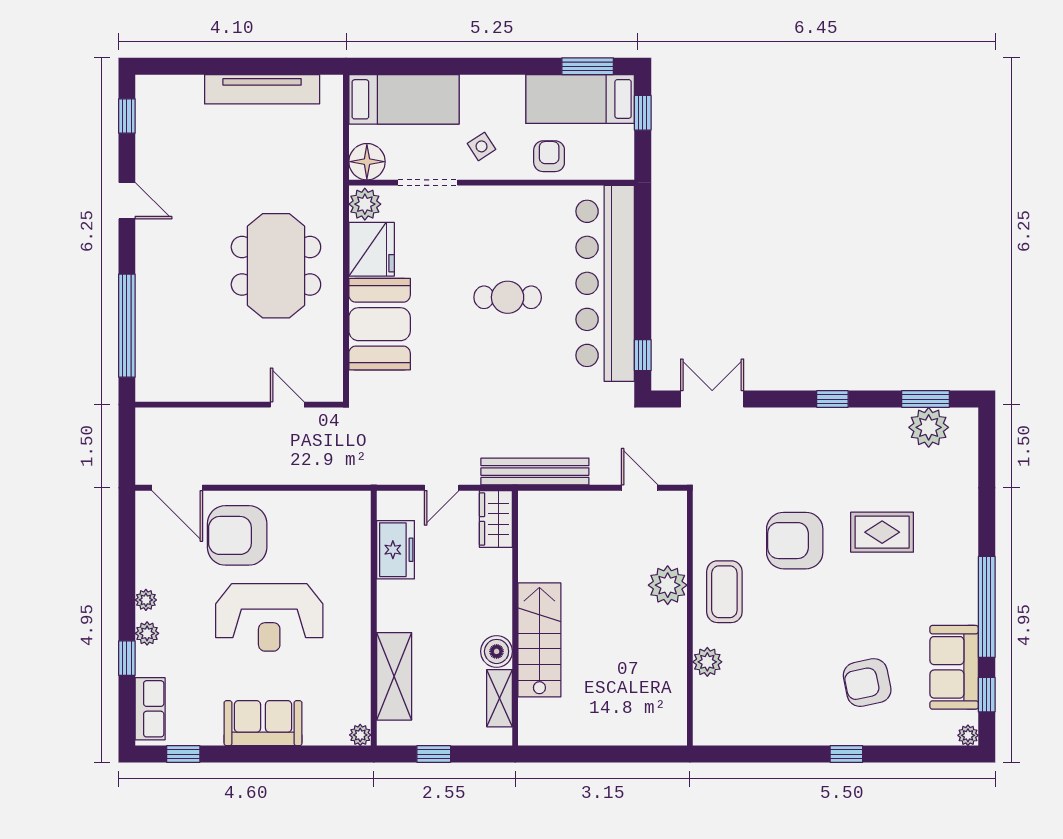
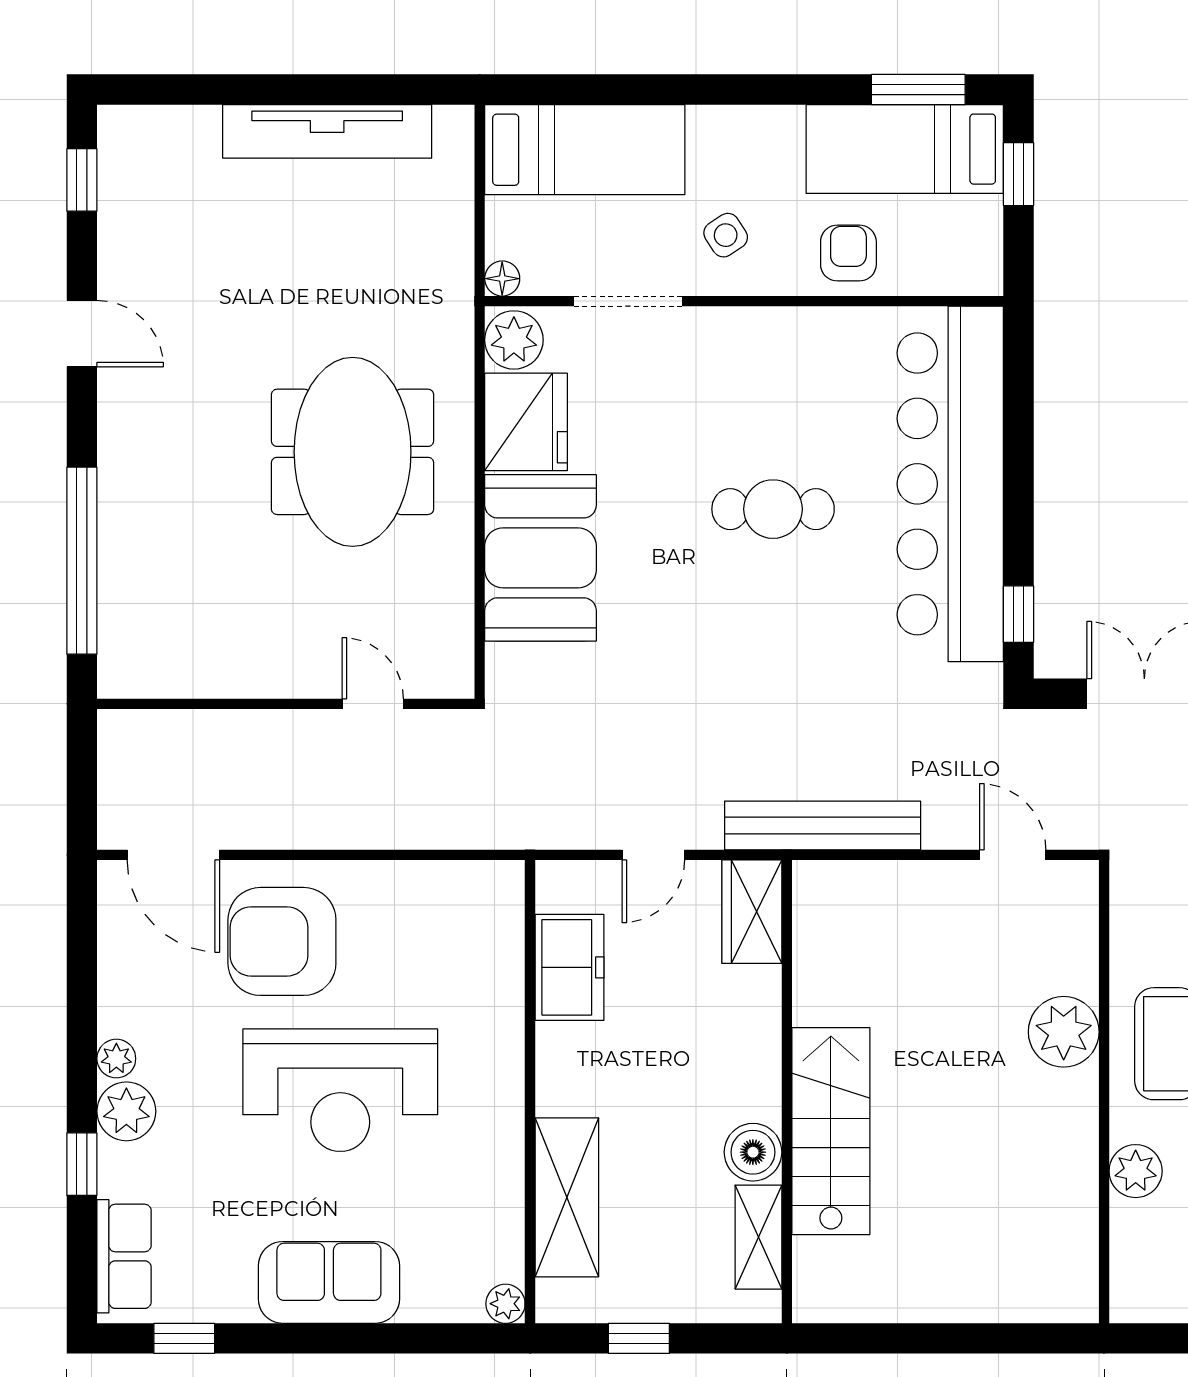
floor lamp: (367, 162) -> (502, 279), width x0.53, depth x0.53
plant: (147, 633) -> (126, 1111), width x1.38, depth x1.38

